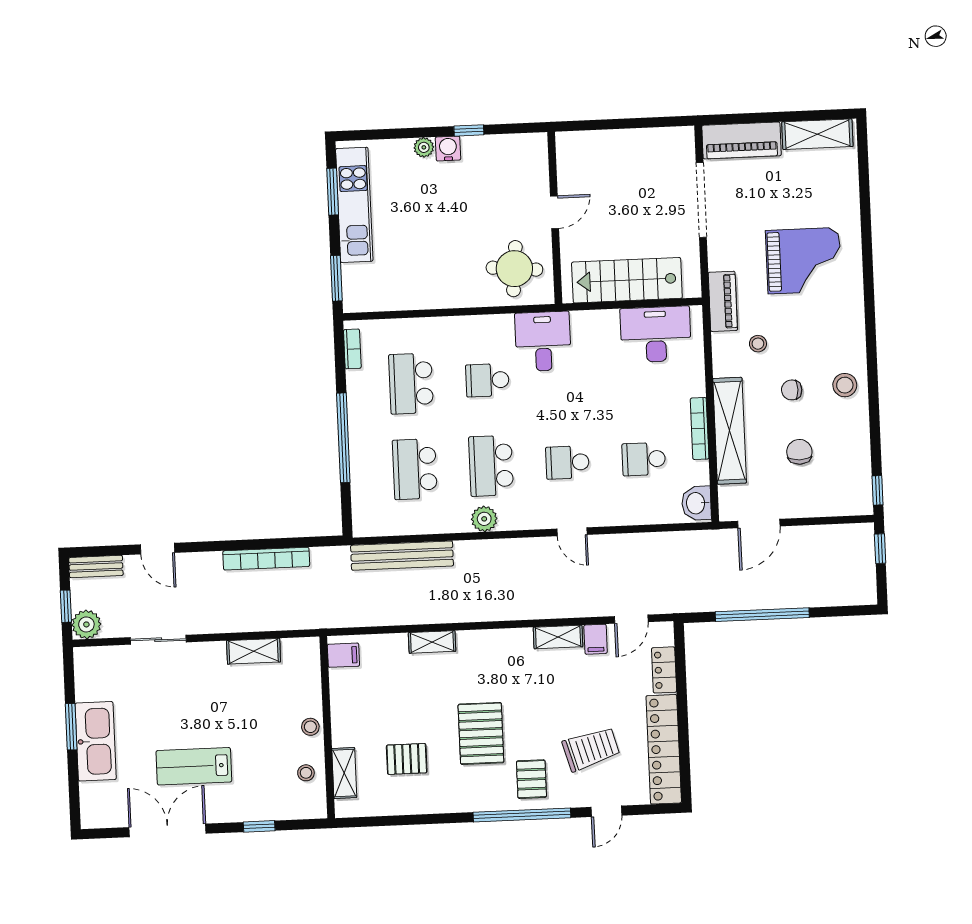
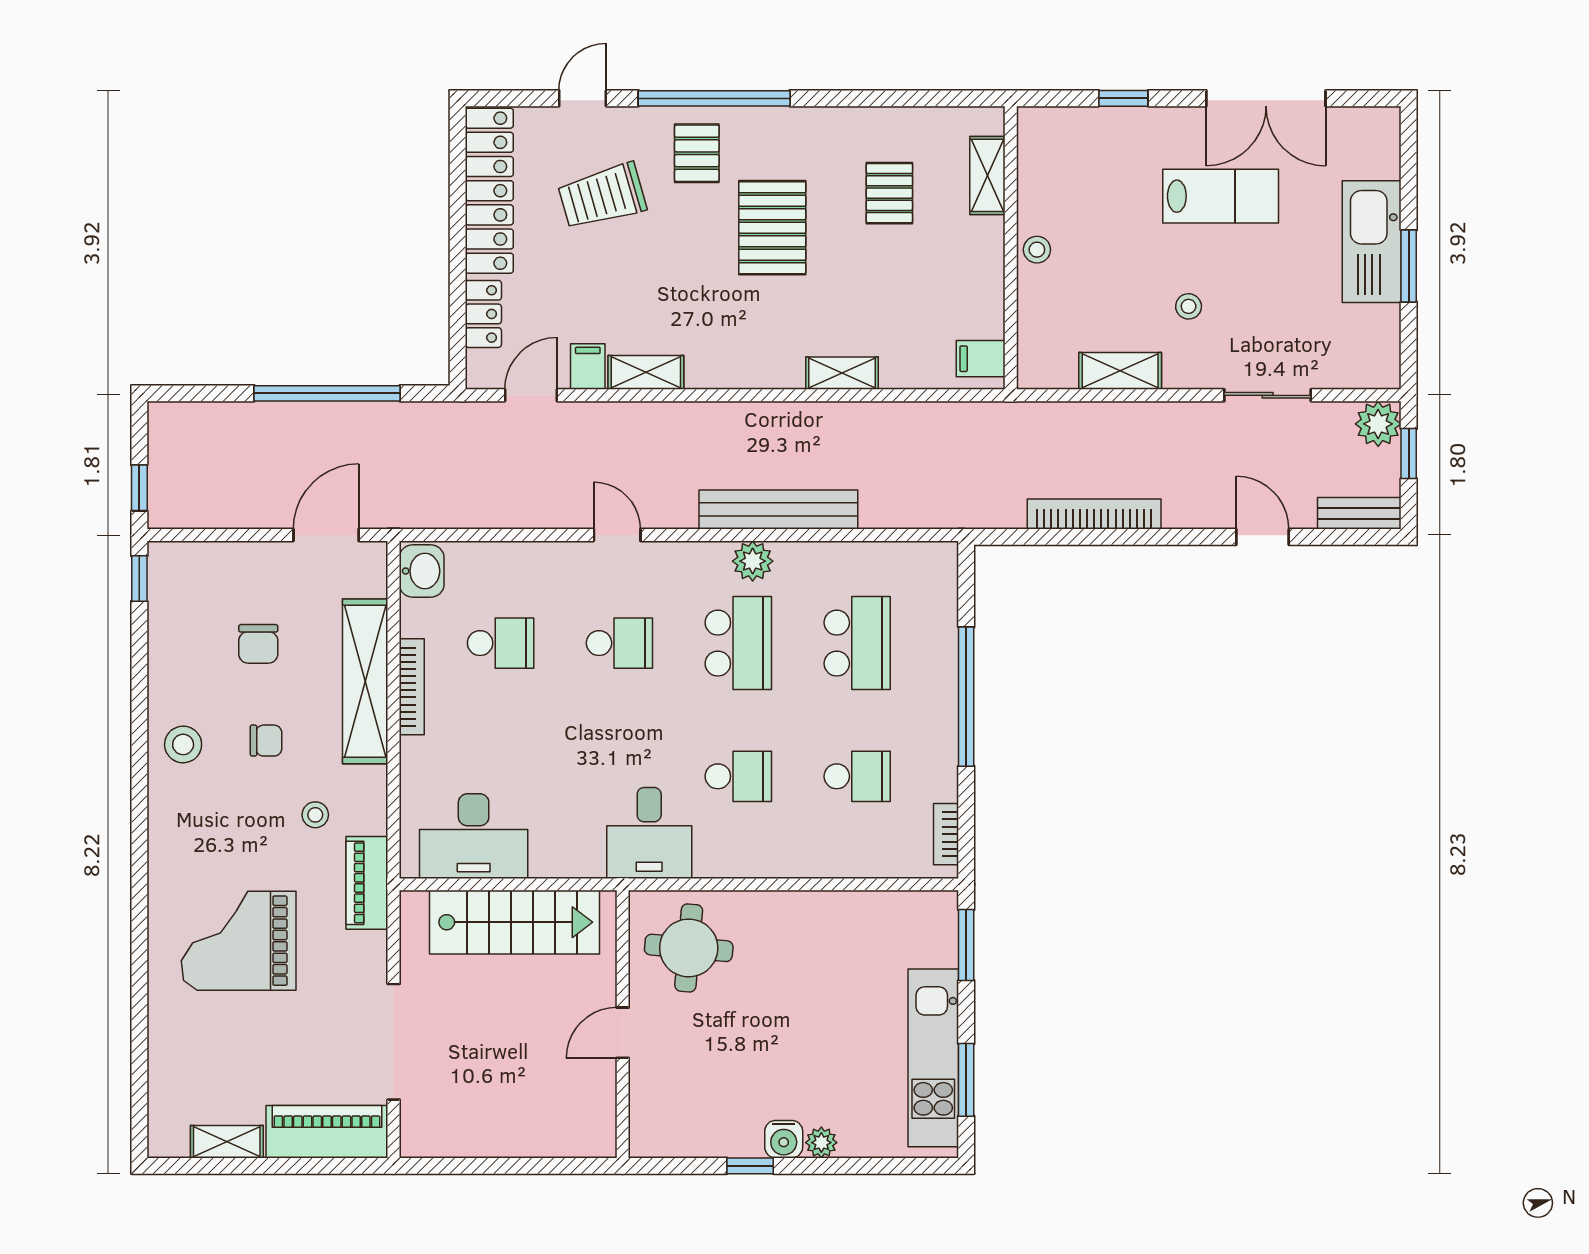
shelving: (817, 134) -> (227, 1142), width x0.67, depth x0.75
school desk: (411, 384) -> (857, 776), width x0.54
bench: (402, 556) -> (778, 510), moved
pallet: (407, 759) -> (889, 193), turned 90
stool: (306, 773) -> (1189, 306), moved

